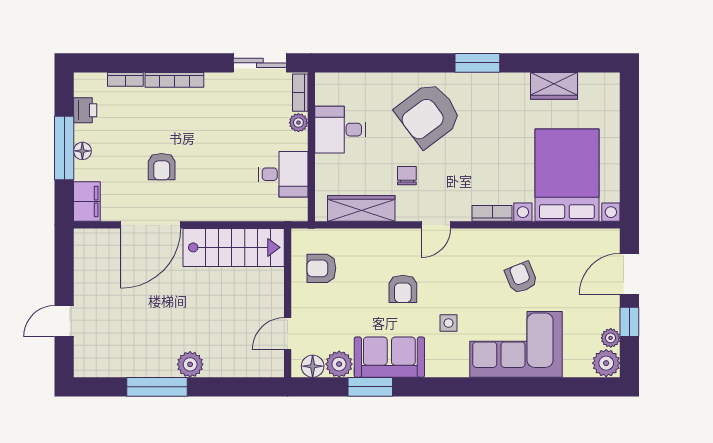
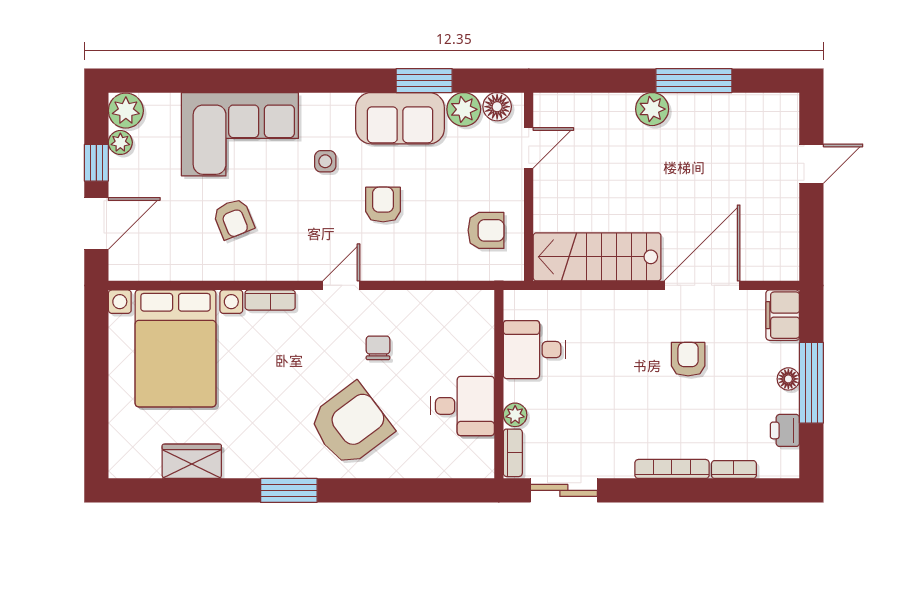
chair: (407, 176) -> (378, 348), turned 180
wardrobe: (361, 208) -> (436, 306), removed

